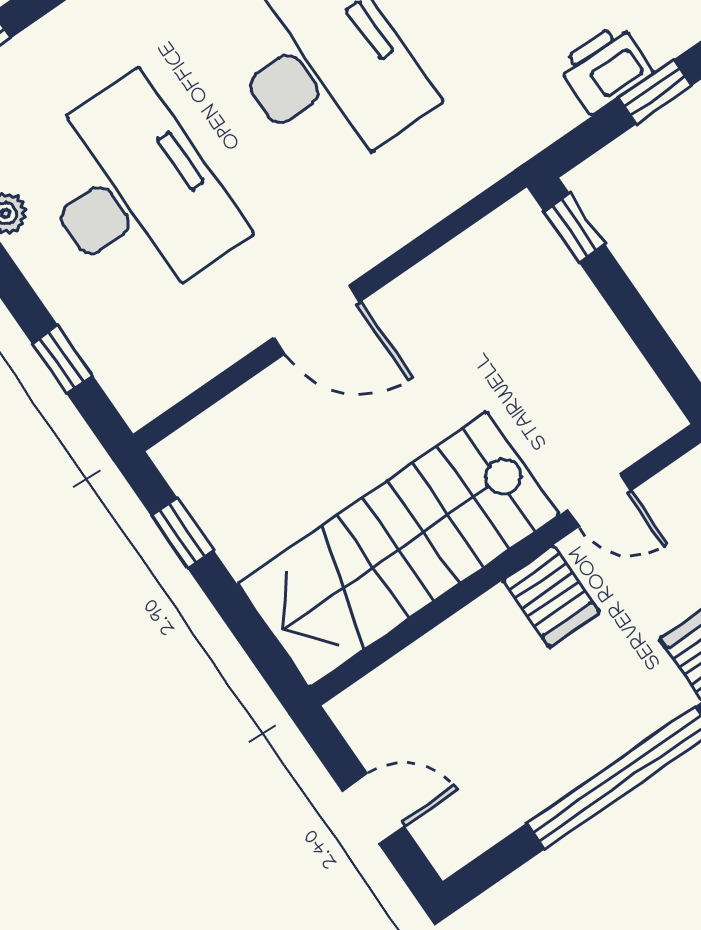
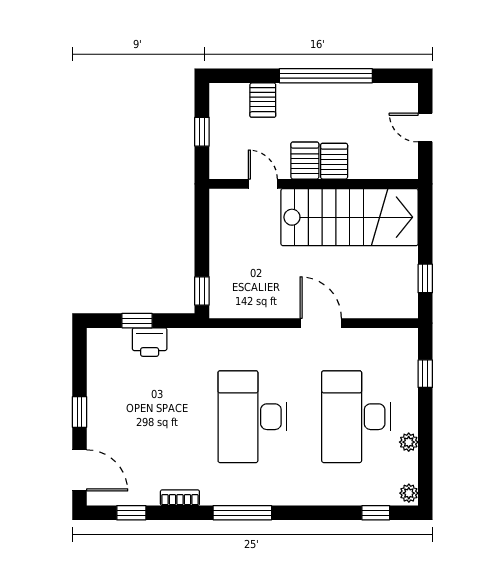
server rack: (497, 632) -> (334, 161), added

